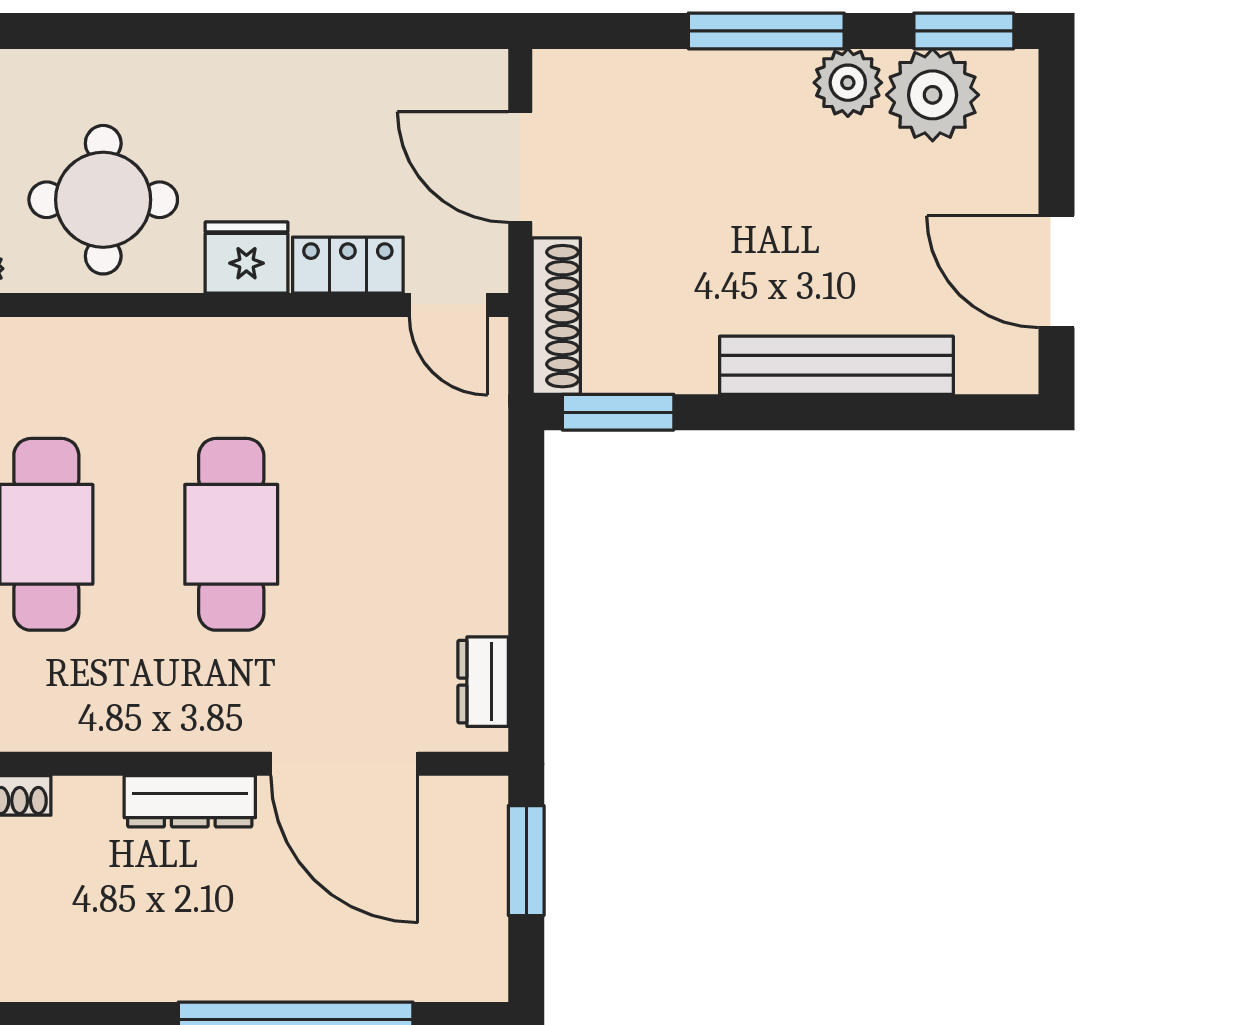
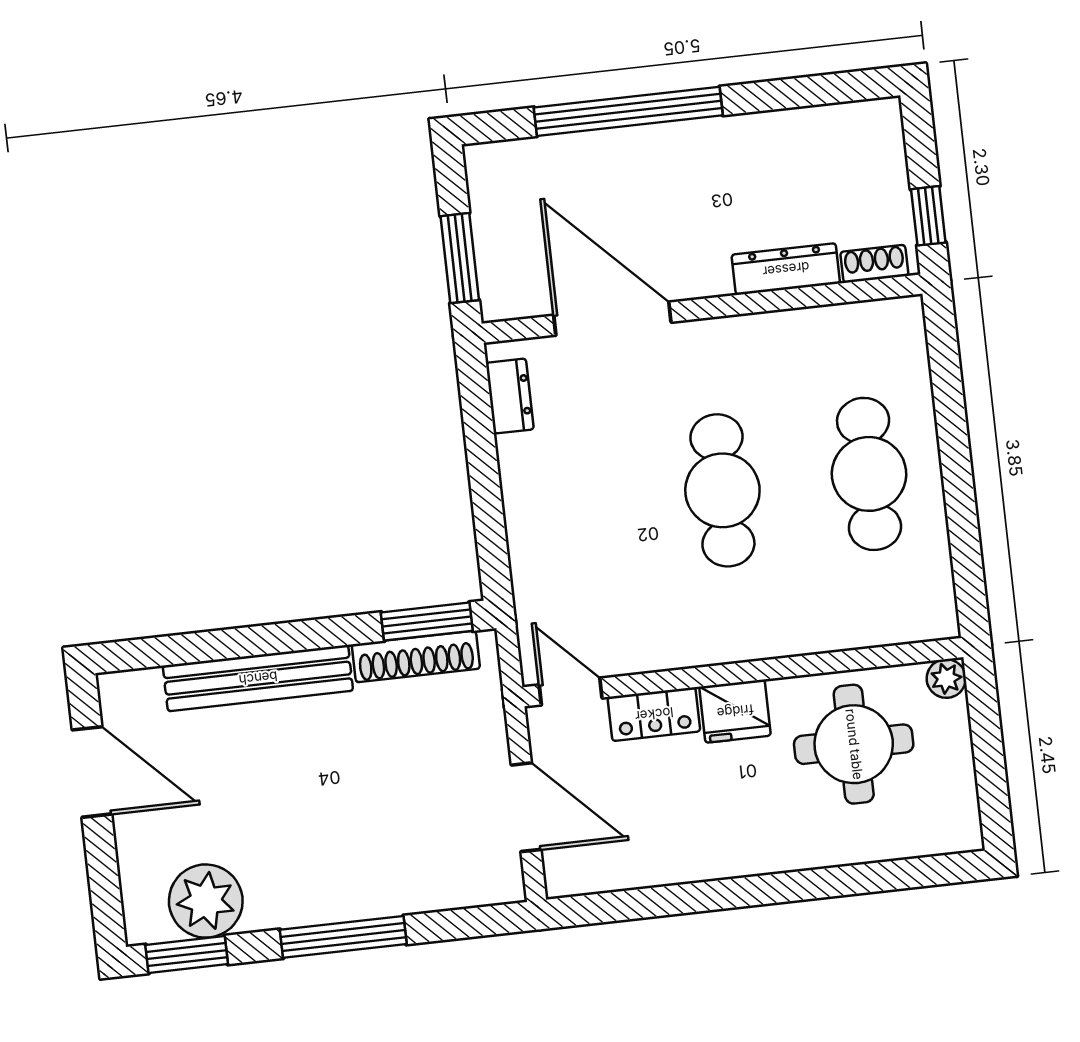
plant: (848, 83) -> (274, 903), removed
shoe rack: (556, 316) -> (416, 657), moved, turned -90
dresser: (190, 801) -> (786, 269), moved

